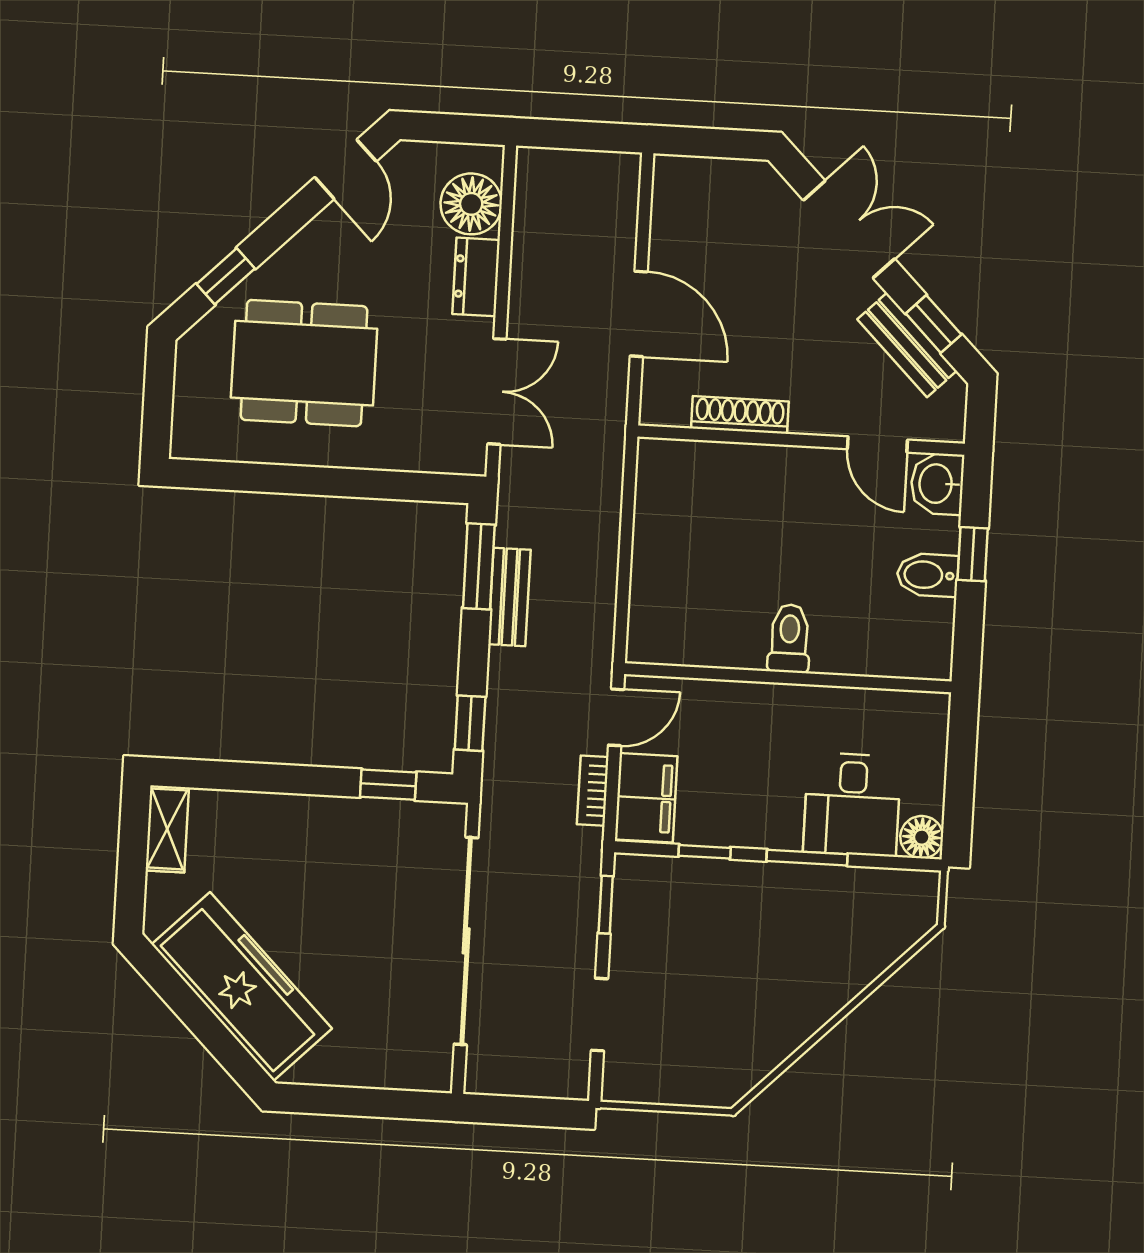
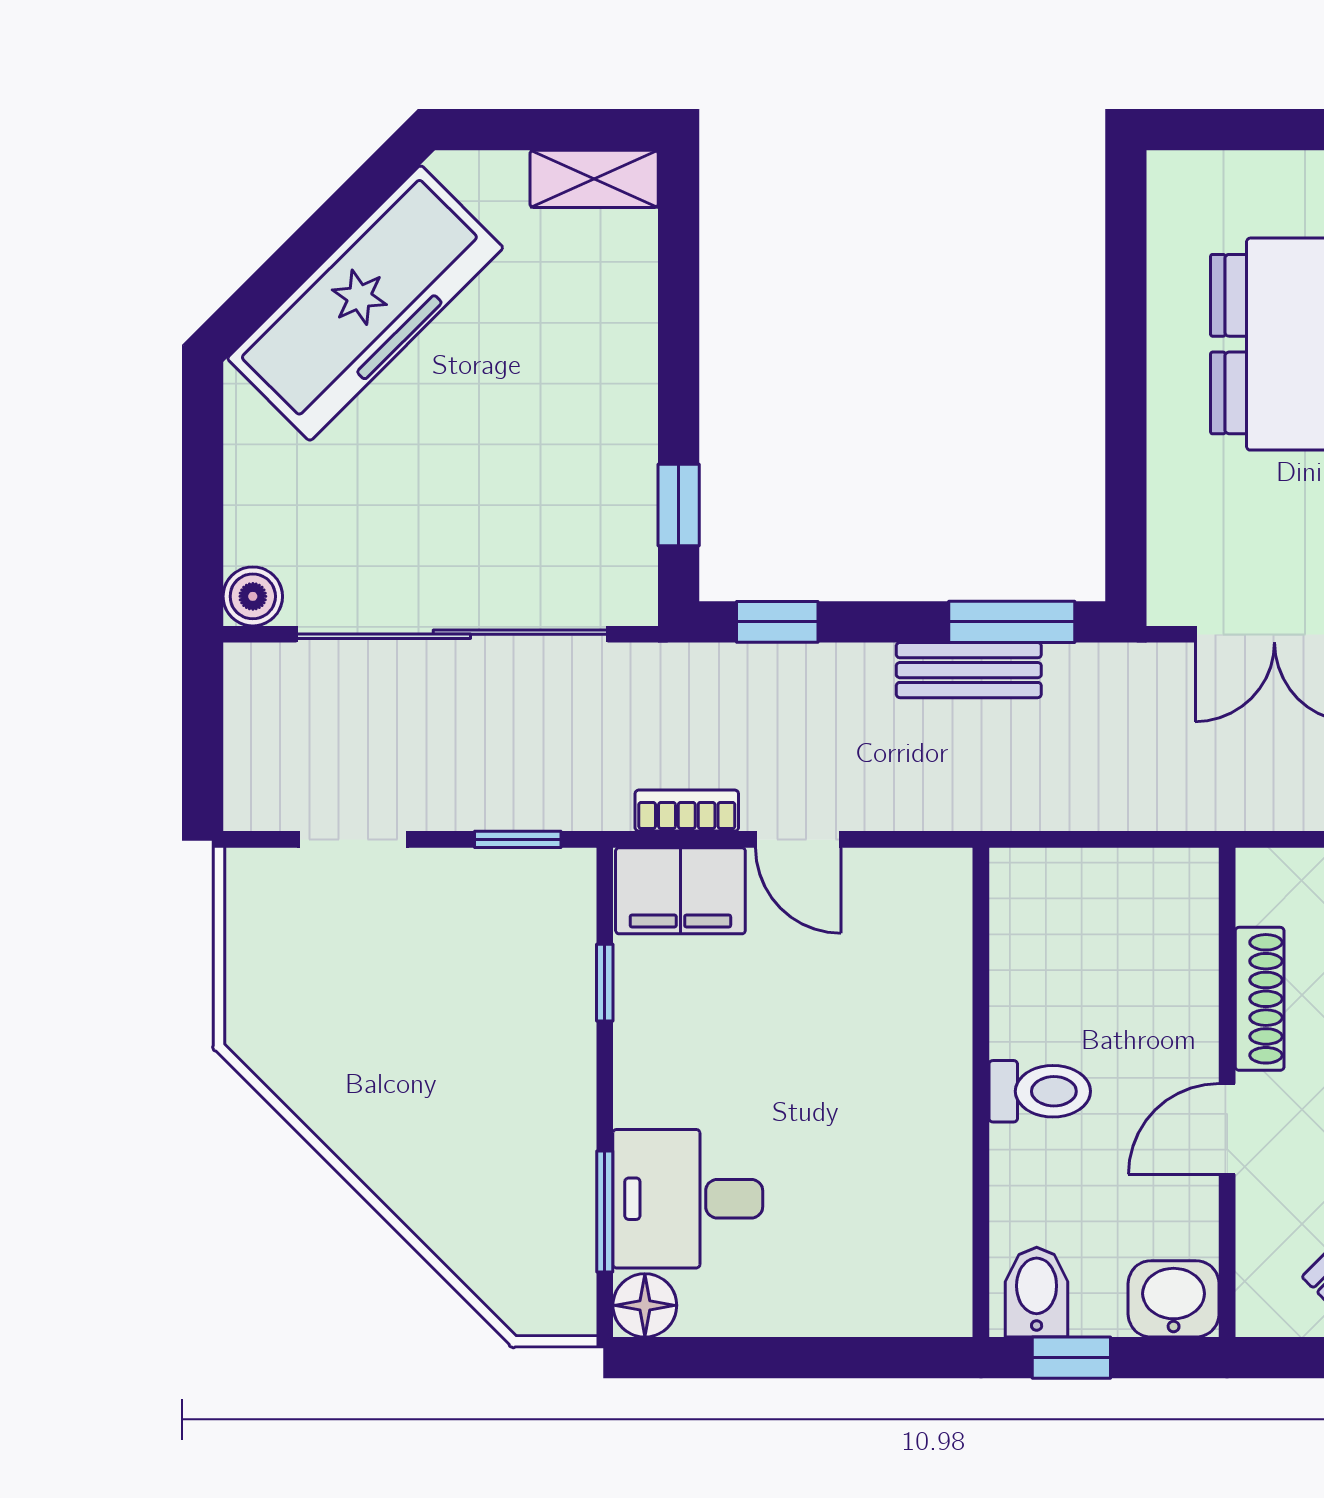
door: (877, 444) -> (1227, 1129), moved
toilet: (789, 638) -> (1040, 1091), moved
wall: (788, 678) -> (981, 1092), moved
window: (807, 858) -> (605, 1211), moved
boiler: (433, 1073) -> (253, 596), added

